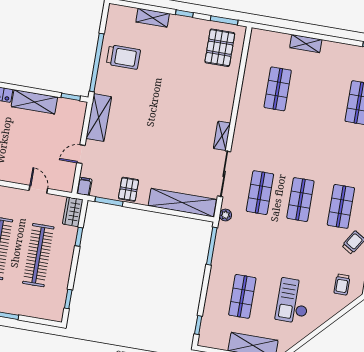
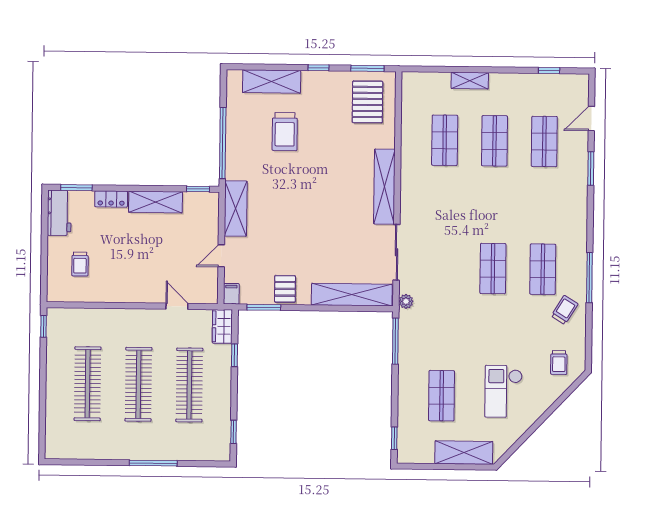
shelving: (153, 18) -> (272, 81), width x1.50, depth x1.33
trolley: (123, 57) -> (285, 132), moved, turned 90
shelving: (222, 136) -> (384, 187), width x2.20, depth x1.33
shop shelf: (260, 193) -> (494, 141), moved

